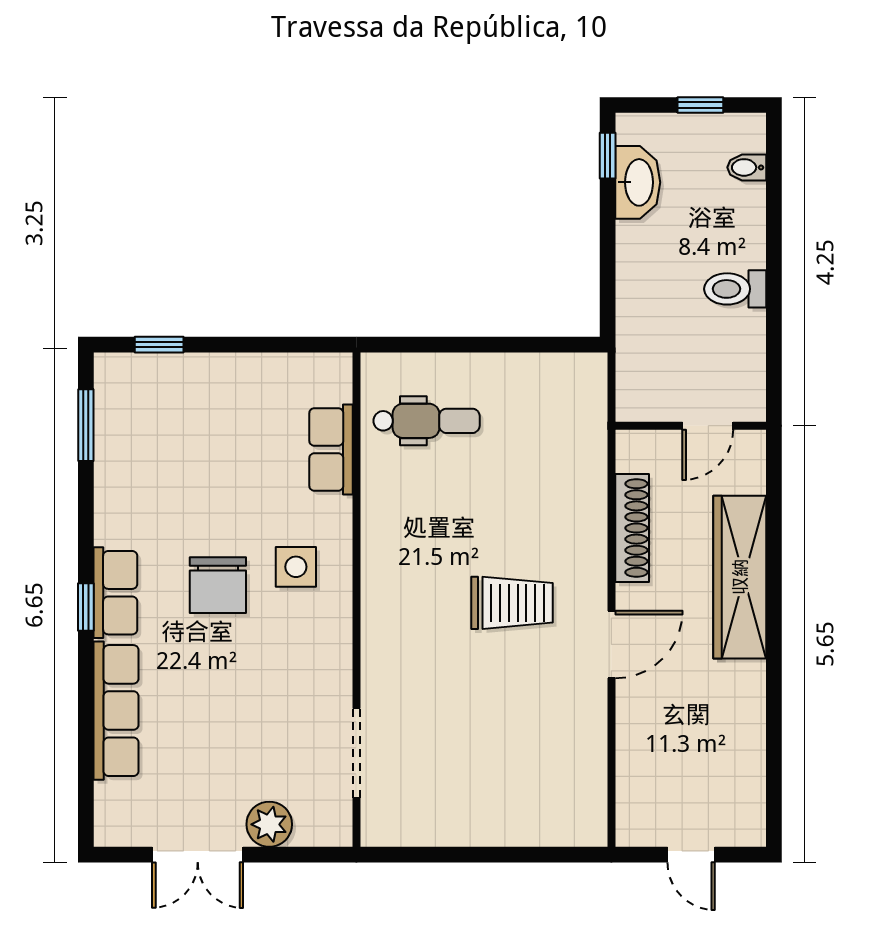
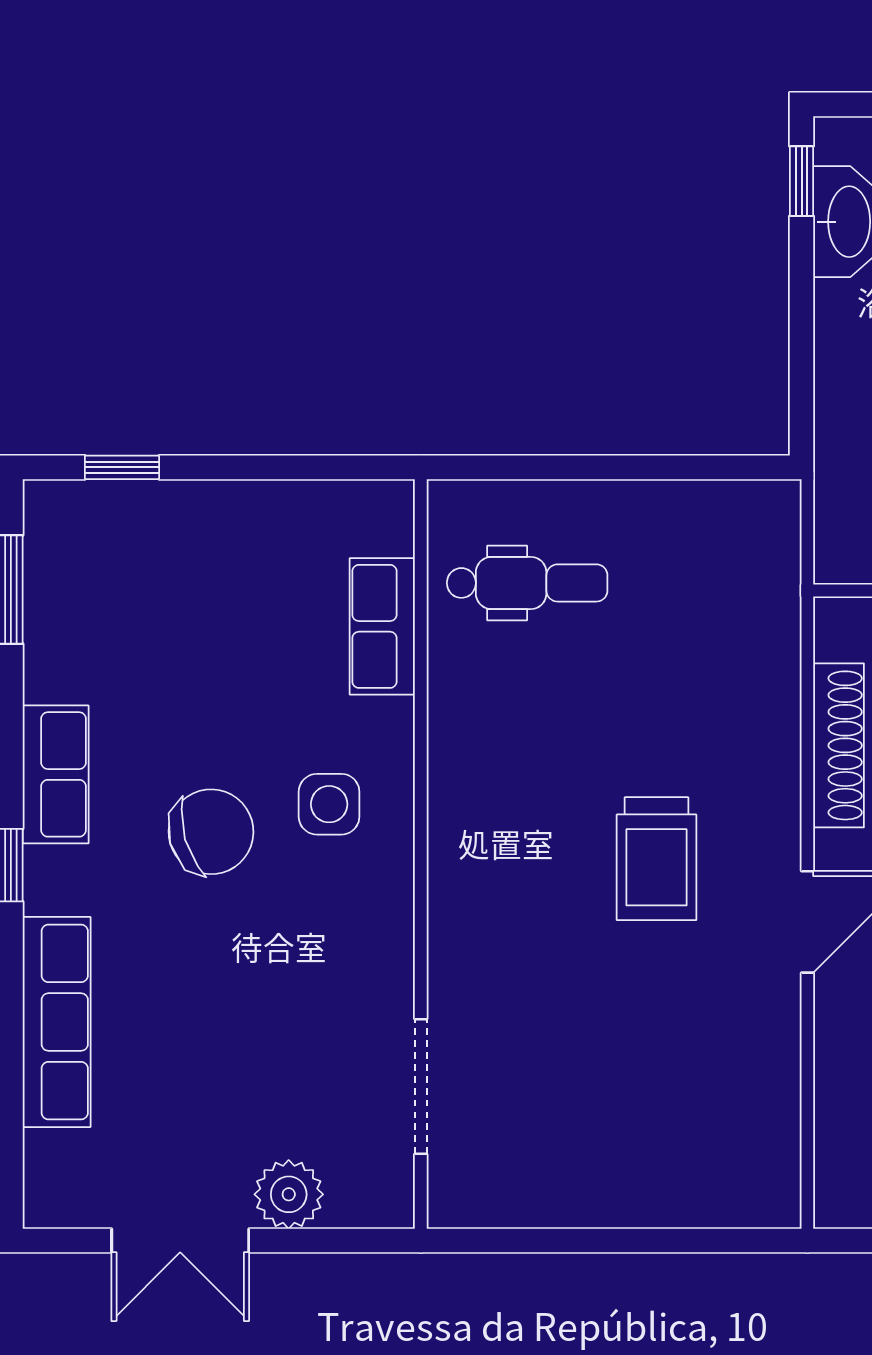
chair: (218, 585) -> (211, 832), turned -106
row of seats: (115, 593) -> (56, 774), moved
trolley: (512, 603) -> (656, 859), turned 90

